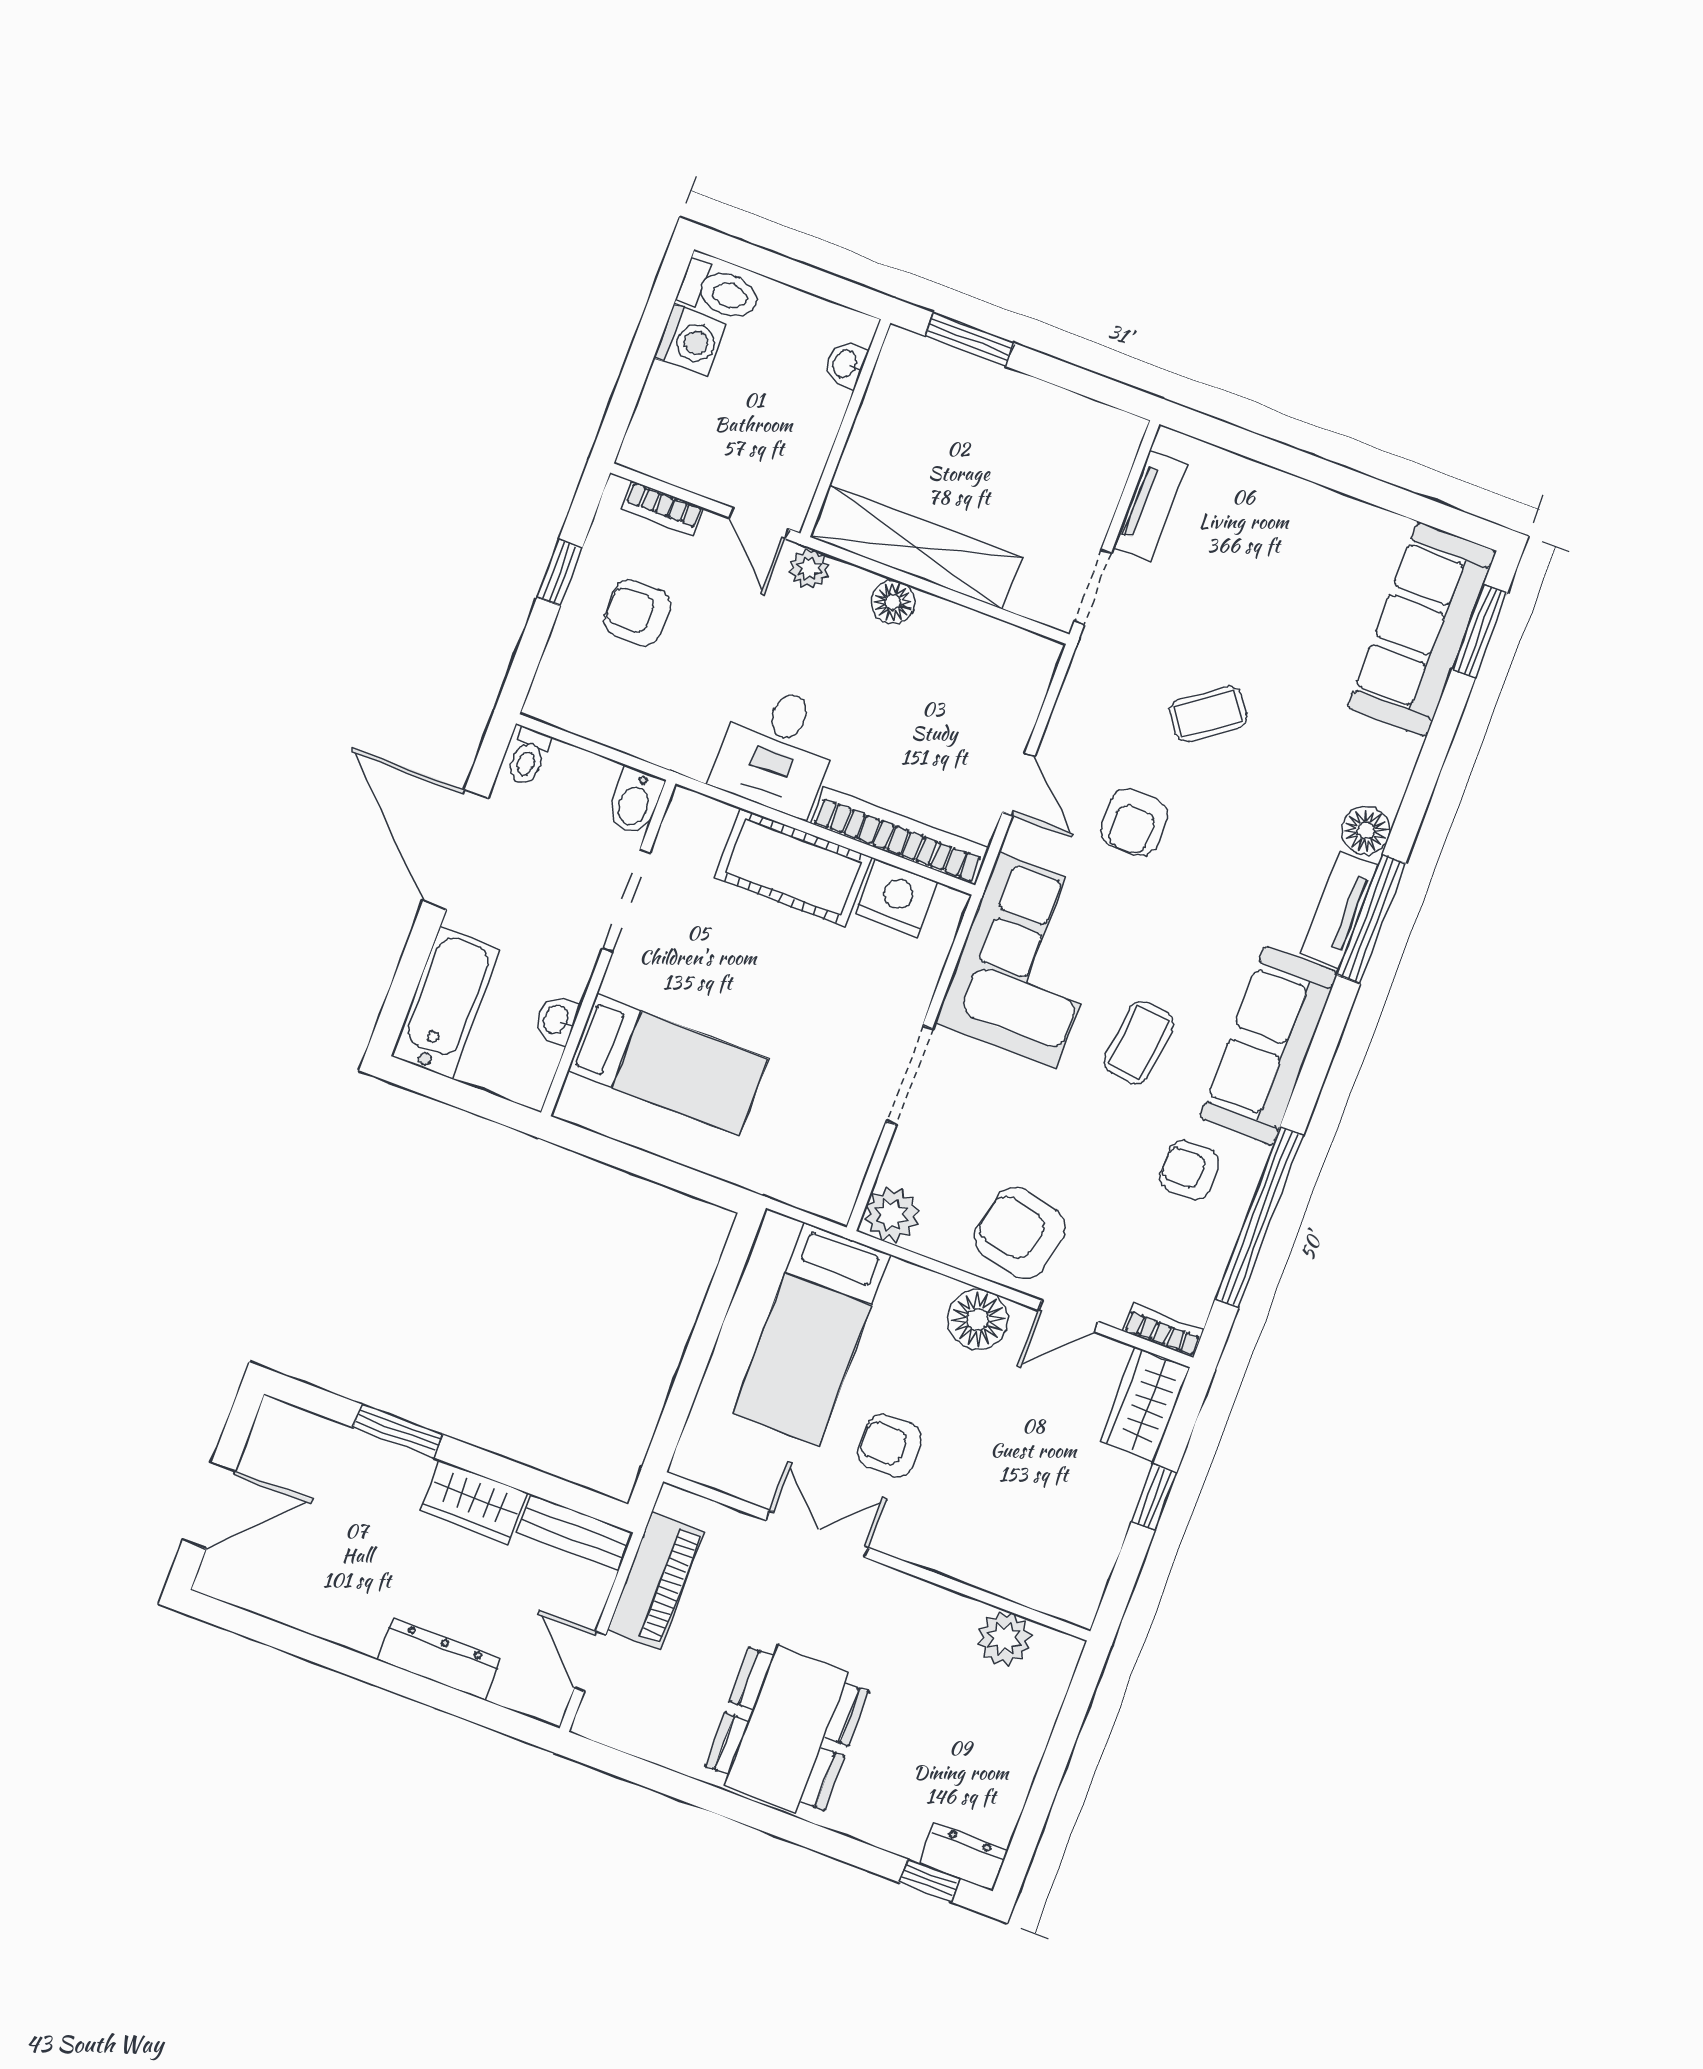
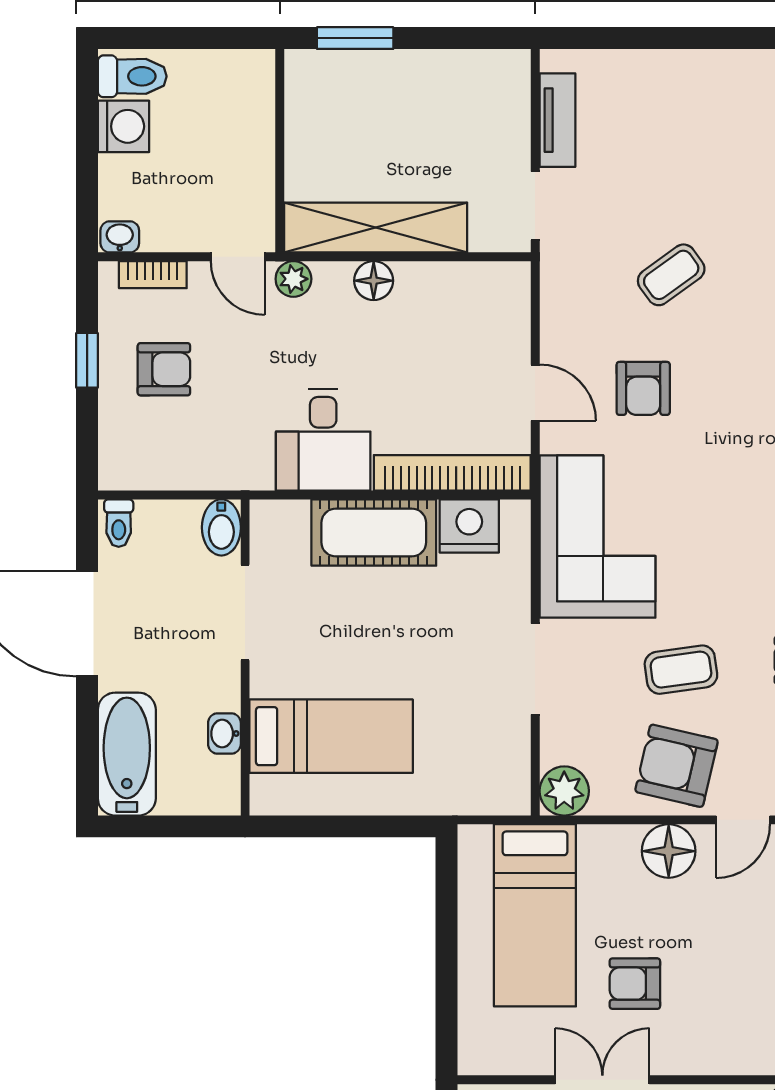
washbasin: (846, 364) -> (120, 237), moved, turned 90
armchair: (637, 612) -> (164, 369), turned 180
coffee table: (1139, 1043) -> (681, 670), moved, turned 75

